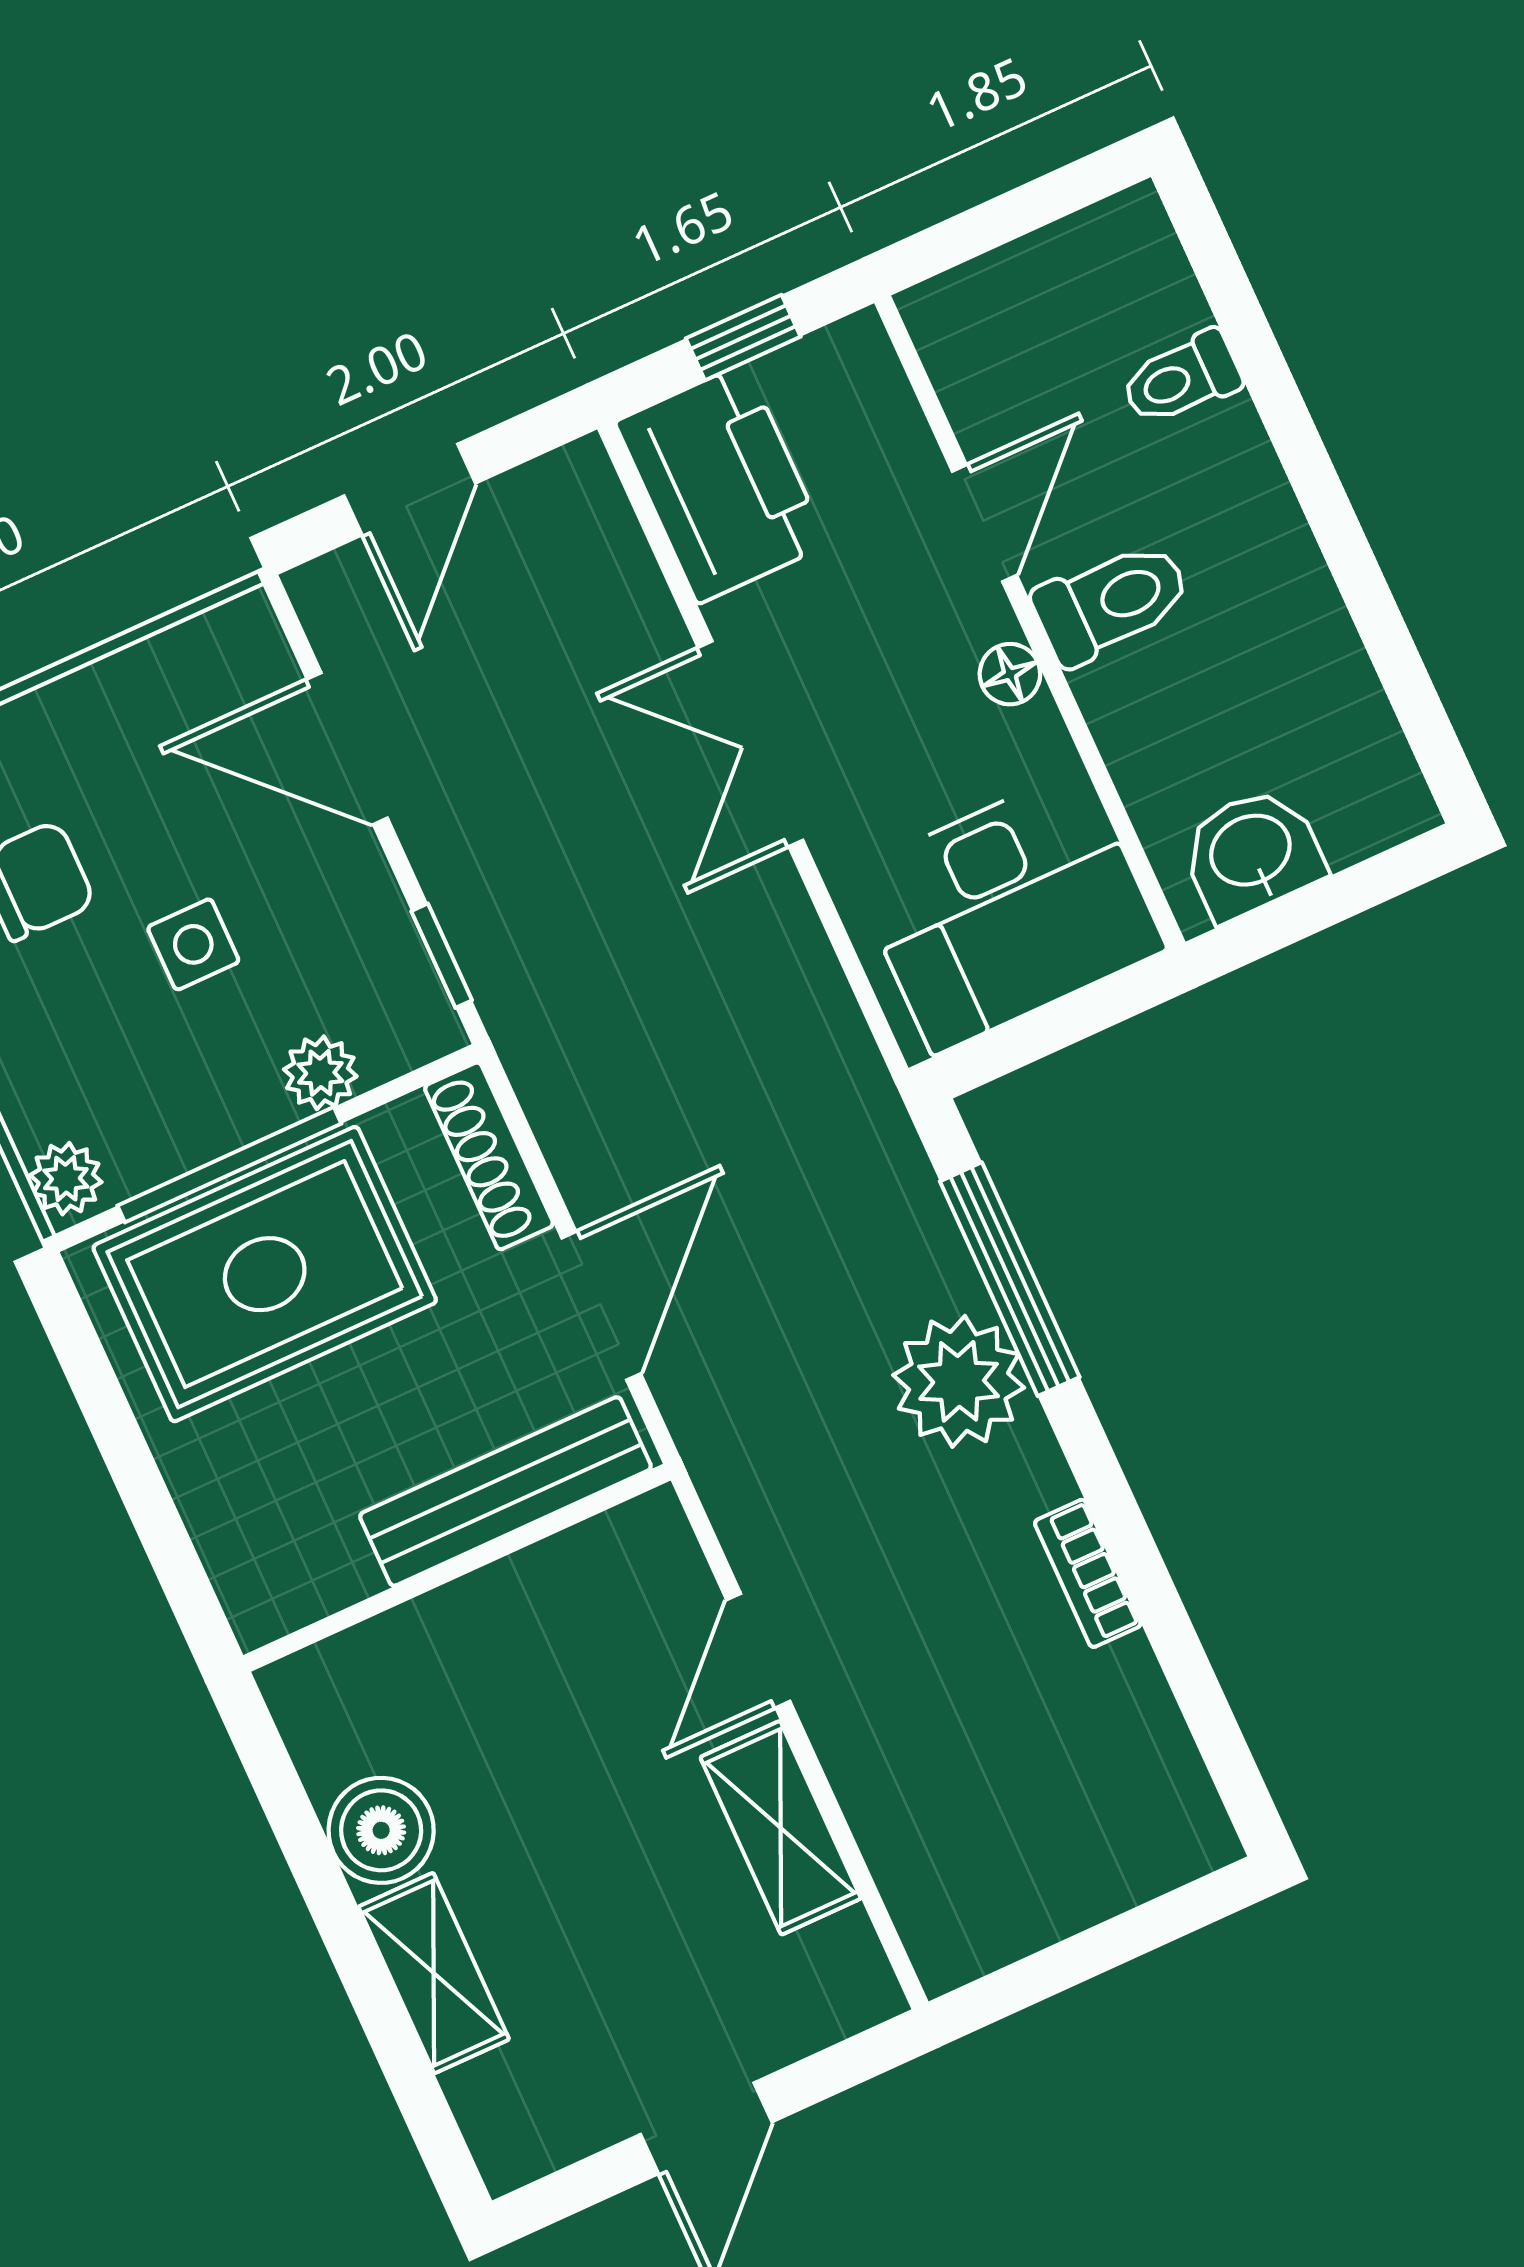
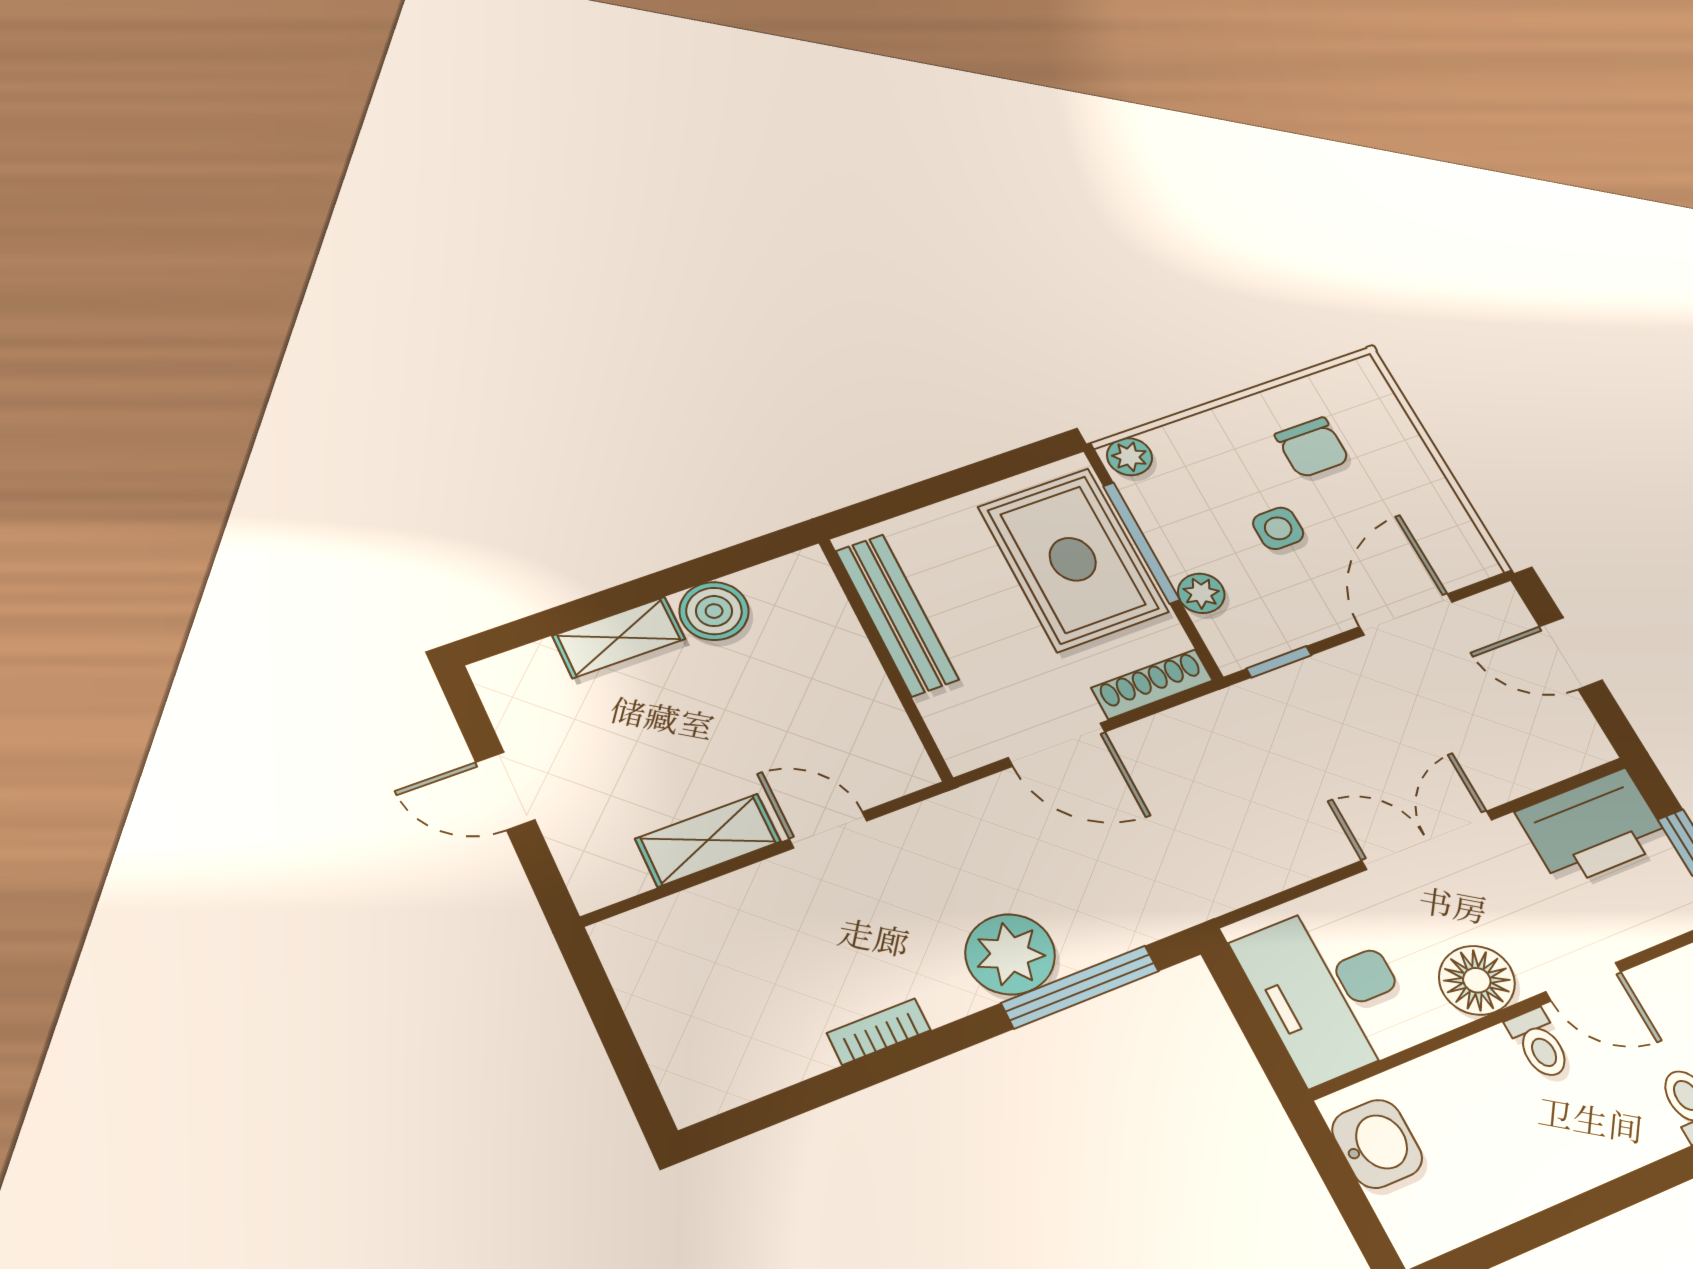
toilet: (1112, 602) -> (1539, 1044), width x0.73, depth x0.72
floor lamp: (1010, 674) -> (1477, 980), width x1.89, depth x1.89
bench: (505, 1491) -> (897, 615), moved

